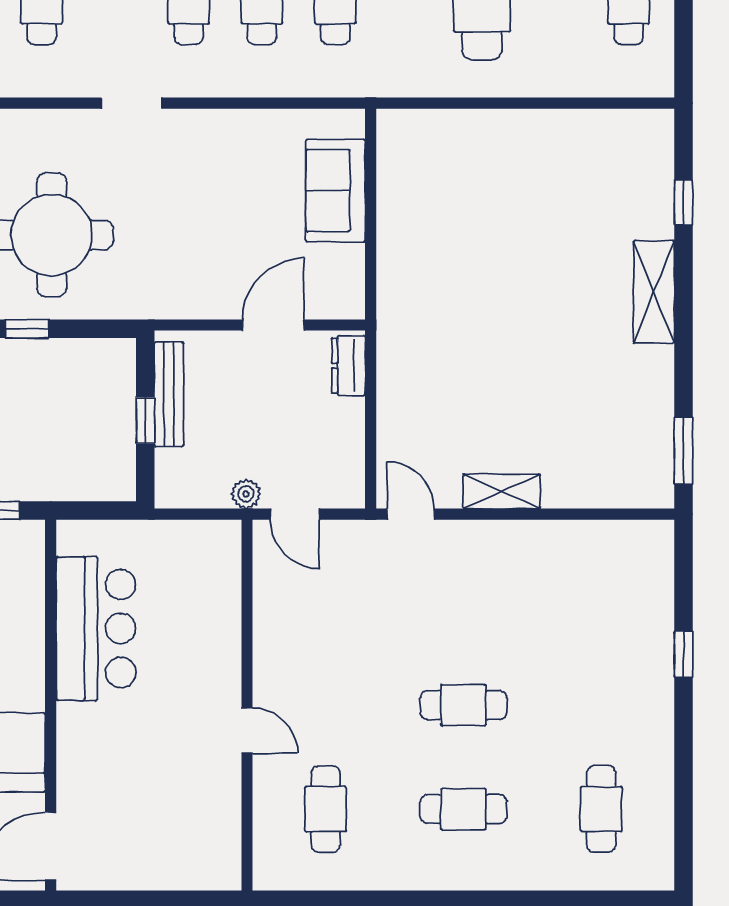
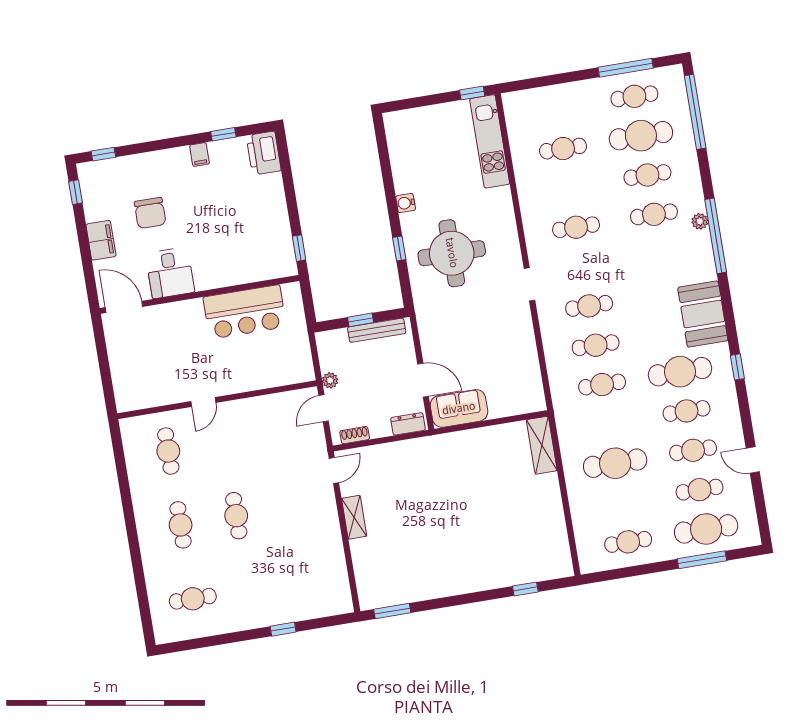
sofa: (336, 191) -> (459, 408), moved
shelving: (654, 292) -> (542, 445), moved, turned 90
shoe rack: (353, 466) -> (355, 435), added
cafe table: (326, 809) -> (168, 451), turned 90

